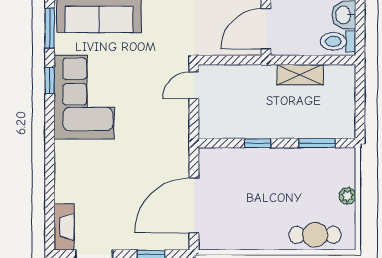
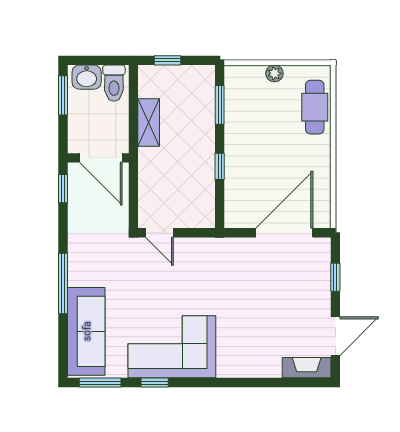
window: (360, 93) -> (167, 60), added
door: (194, 206) -> (284, 233), swing flipped

